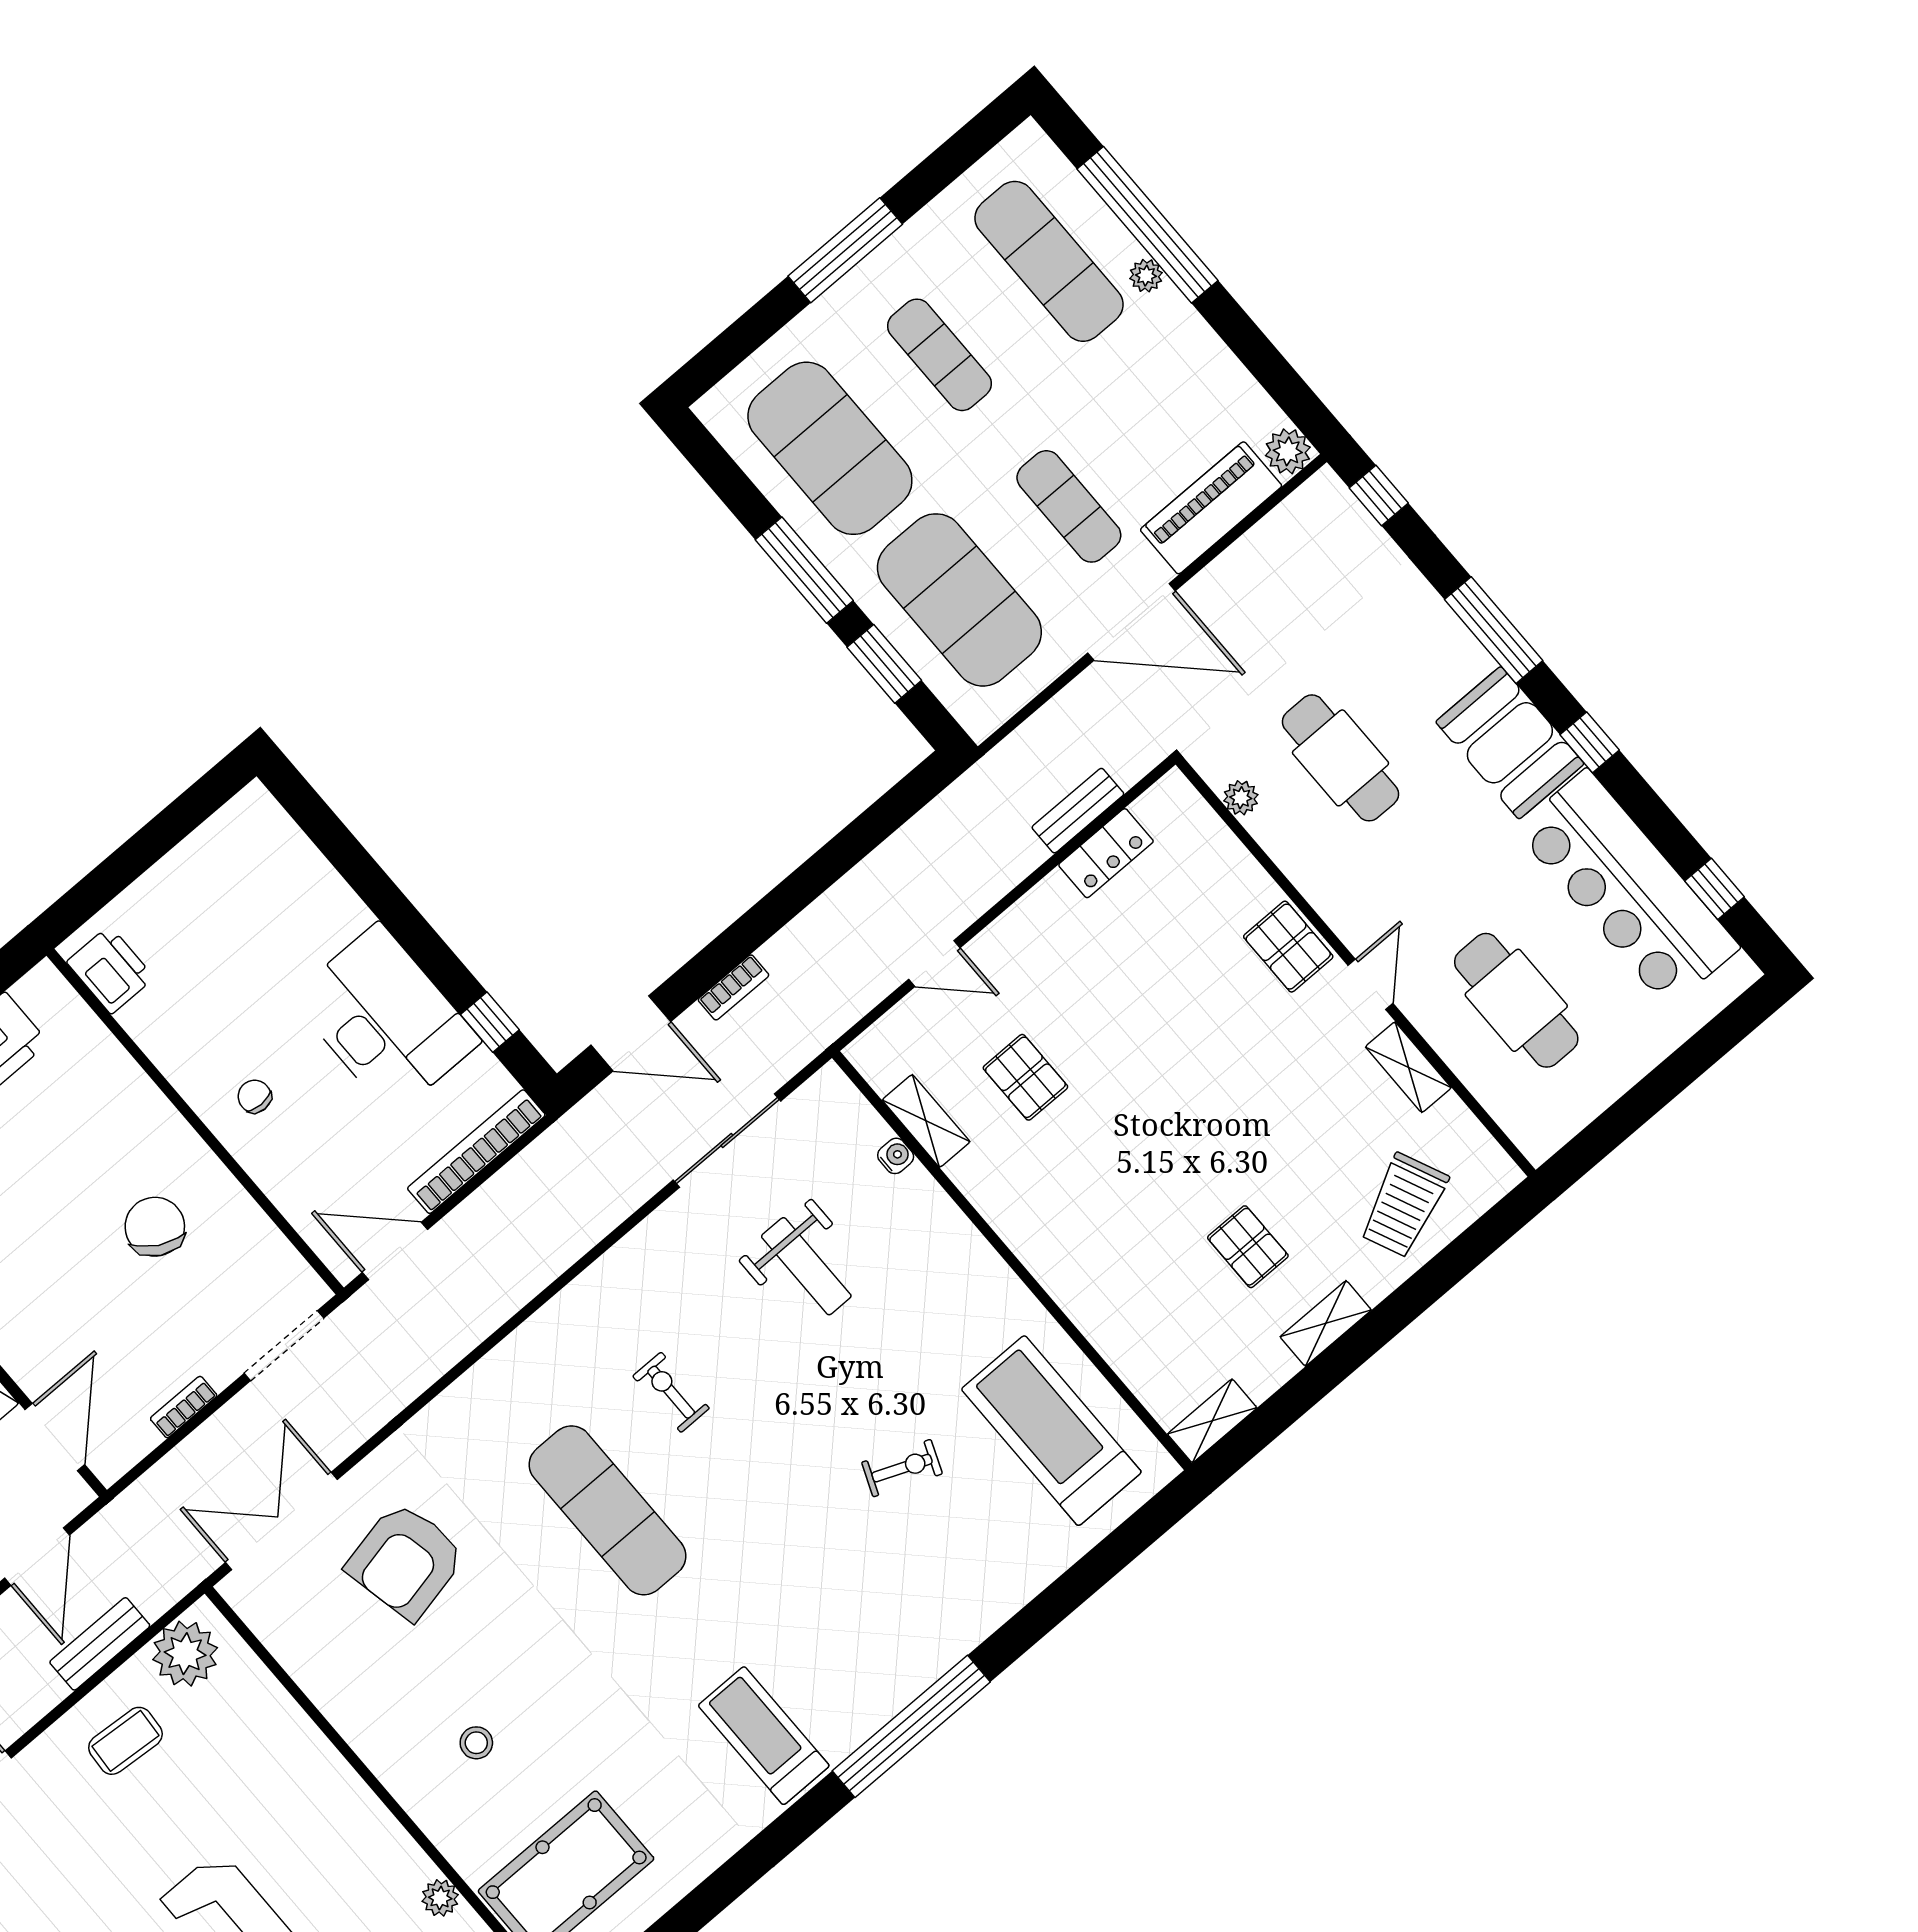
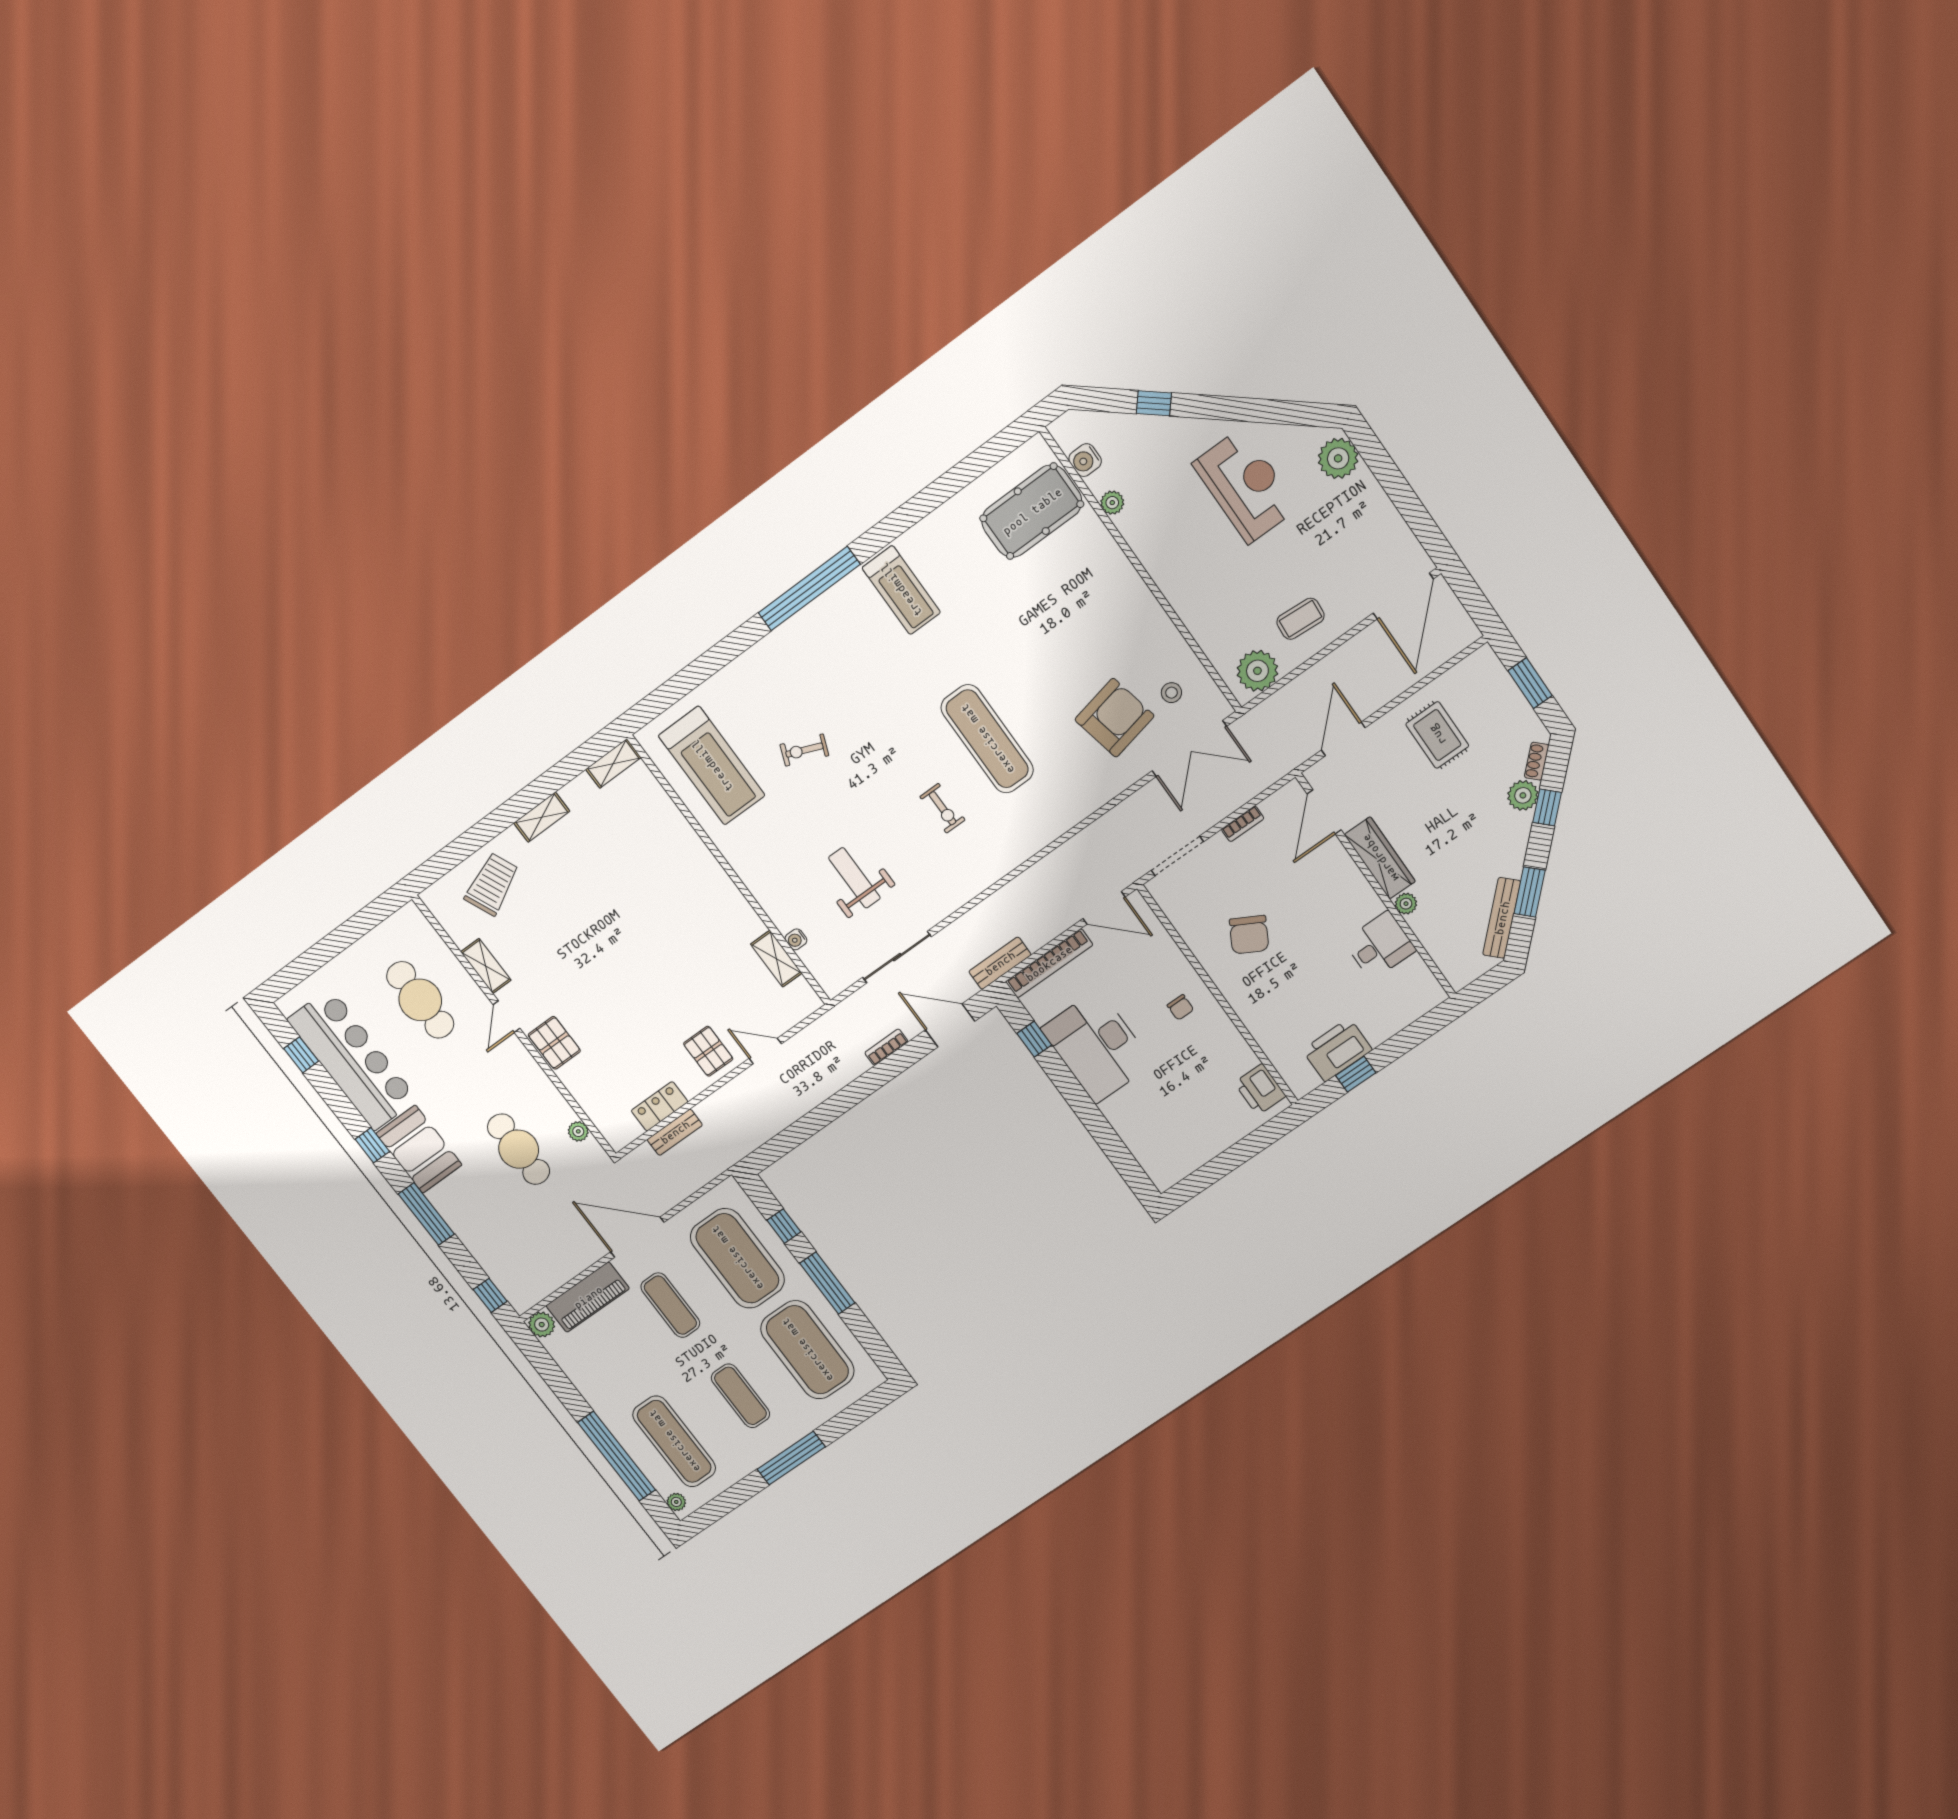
plant: (1146, 276) -> (676, 1502), moved
window: (884, 664) -> (784, 1226), width x0.67
pallet: (1025, 1077) -> (708, 1051), moved
pallet: (1248, 1247) -> (587, 867), removed
bench: (100, 1644) -> (1000, 963), moved
stool: (476, 1743) -> (1171, 693), moved

